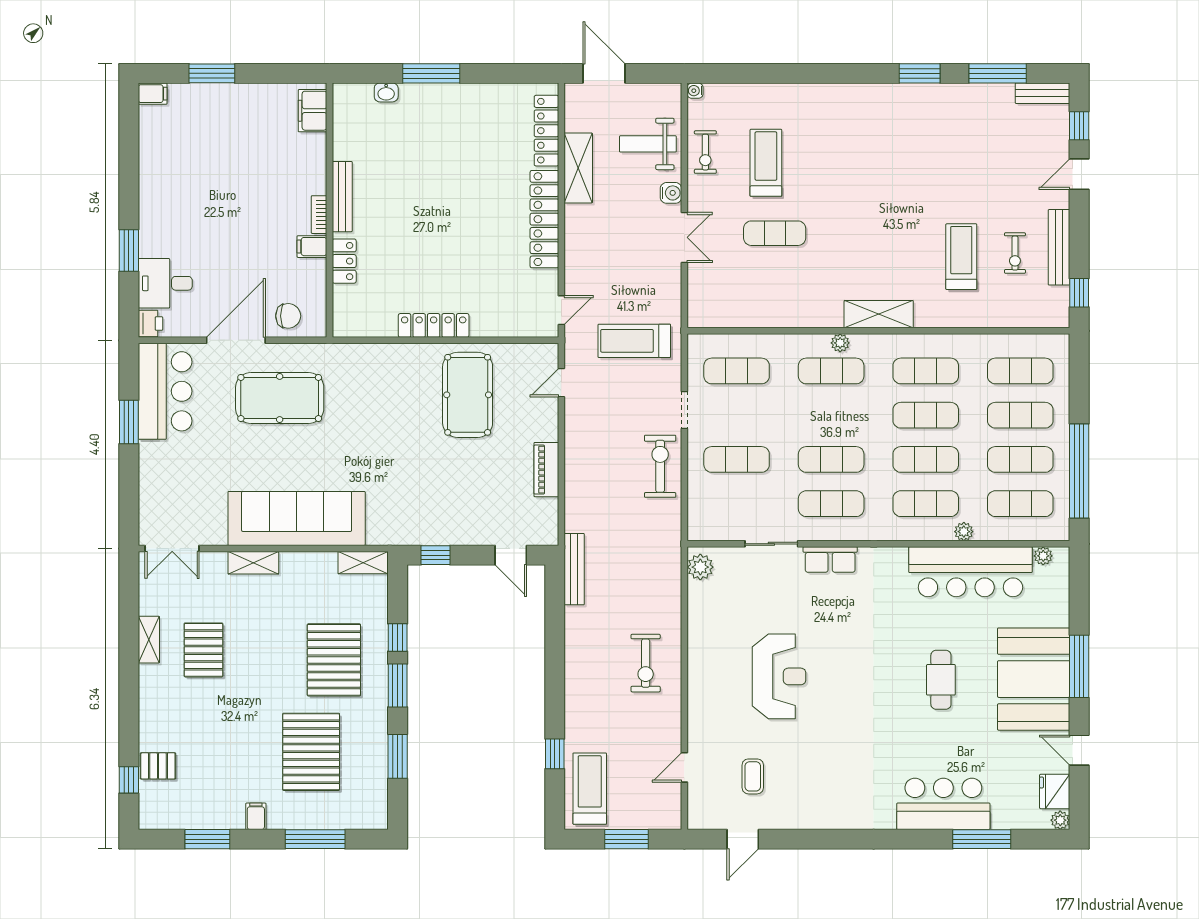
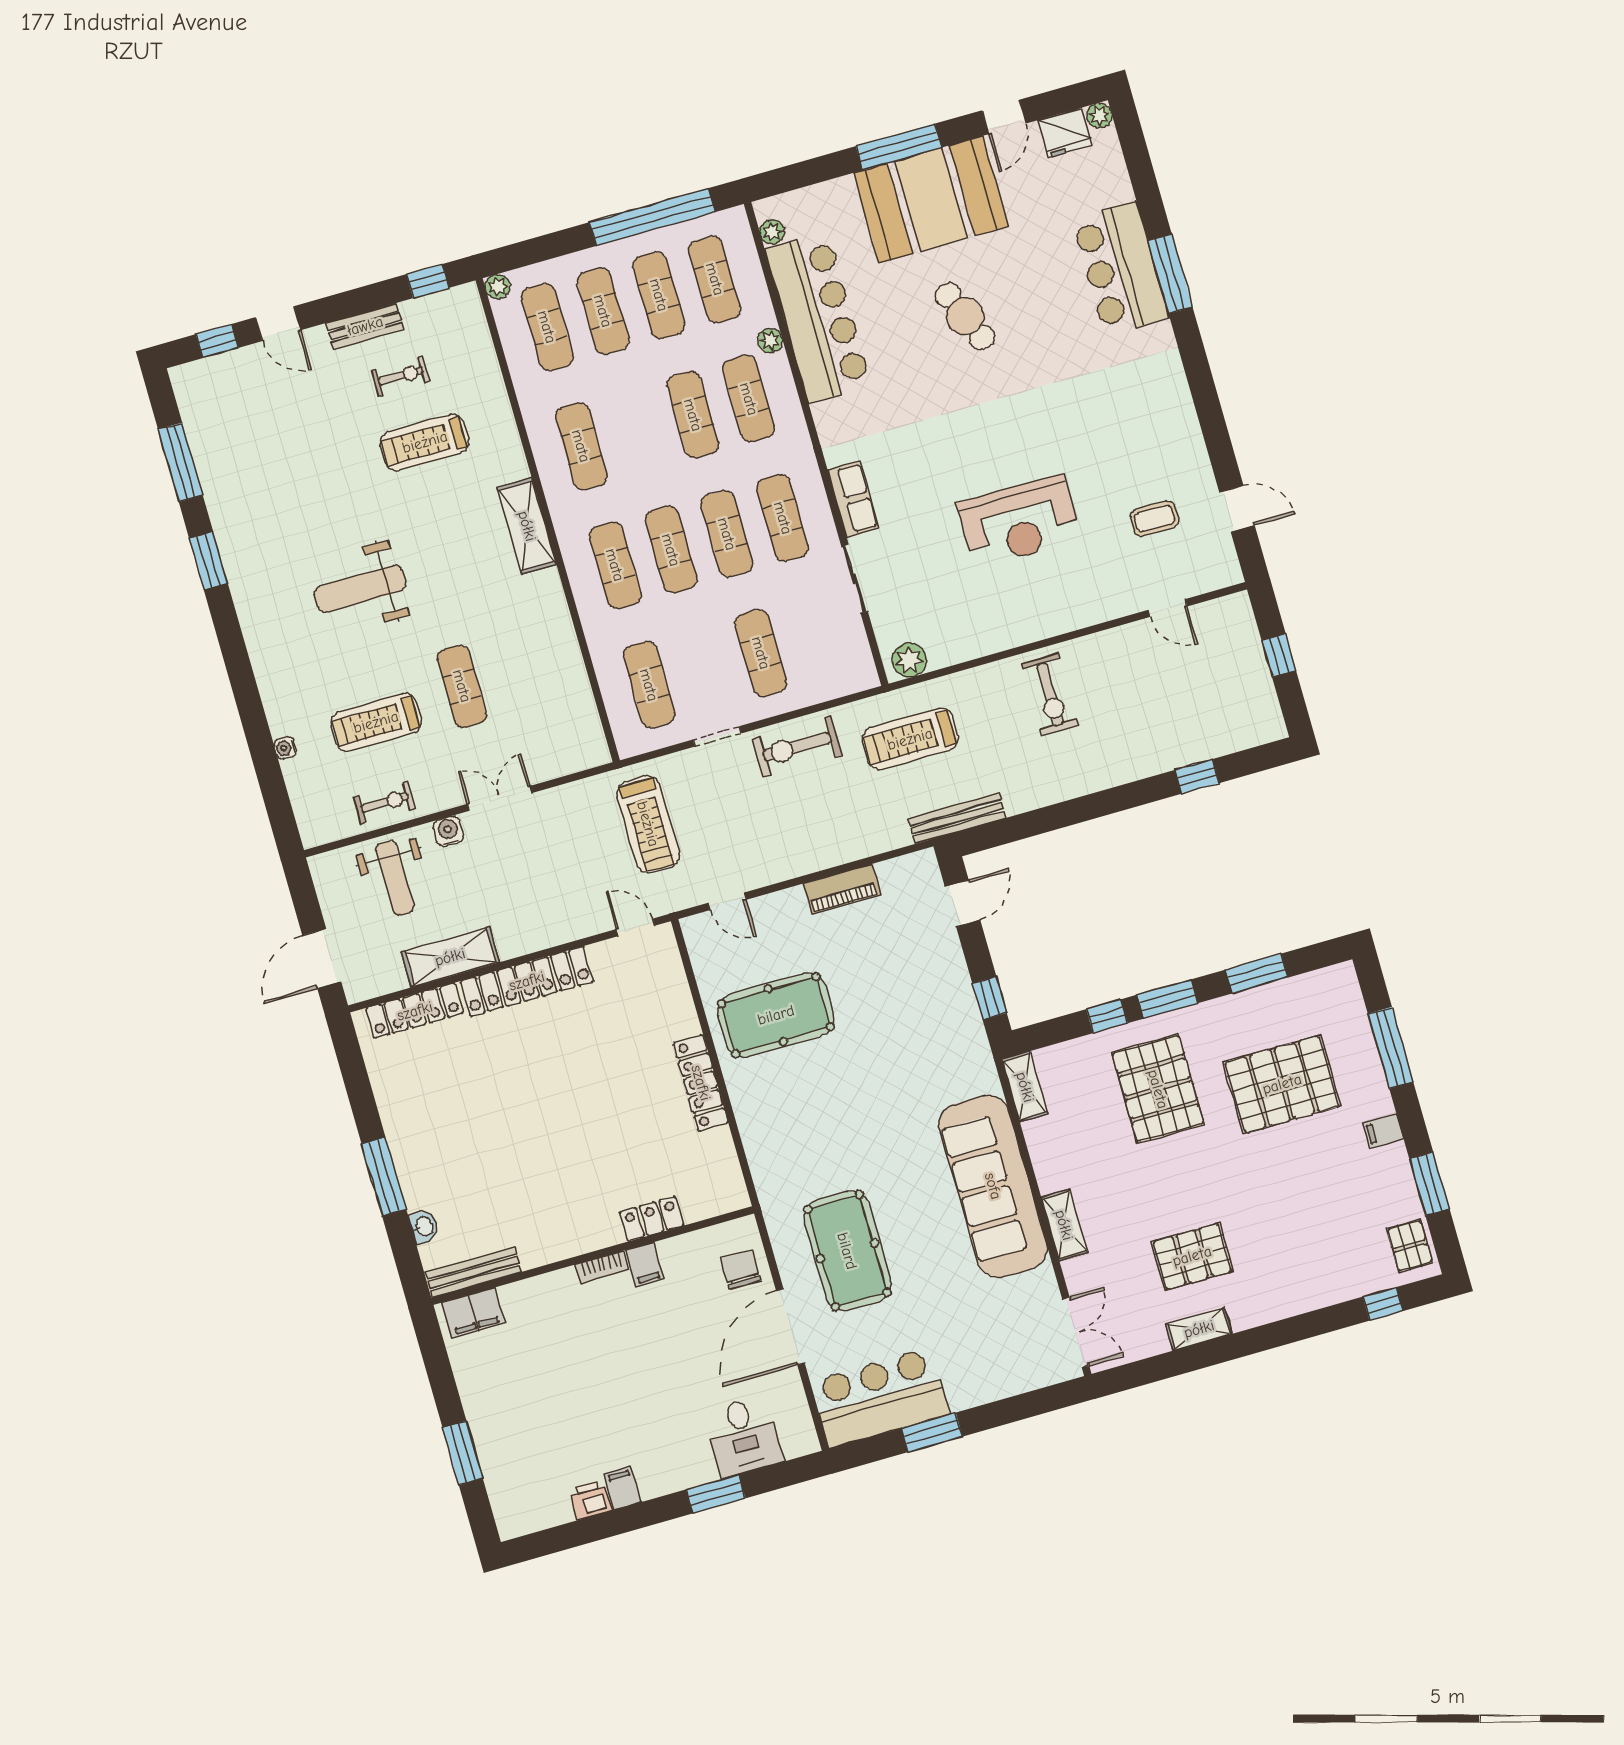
water cooler: (695, 91) -> (285, 748), moved, turned 90
bench: (1042, 93) -> (189, 399), removed
filing cabinet: (153, 94) -> (622, 1488), moved
weight bench: (867, 179) -> (360, 589), added
bench: (342, 197) -> (474, 1272), moved
bench: (1059, 247) -> (365, 326), width x0.73
printer: (150, 323) -> (590, 1500), moved
door: (236, 340) -> (790, 1327), hinge flipped
plant: (840, 343) -> (498, 287), moved
exercise mat: (926, 415) -> (671, 550), moved
pallet: (334, 660) -> (1158, 1089), turned 90
exercise bike: (646, 663) -> (1050, 694), turned 90
reception desk: (779, 676) -> (1019, 521), turned 180
cafe table: (941, 680) -> (965, 316), turned 67
pallet: (158, 766) -> (1410, 1246), moved
treadmill: (590, 789) -> (910, 739), moved
window: (626, 839) -> (1279, 655), width x0.67
window: (982, 839) -> (1170, 274), moved

